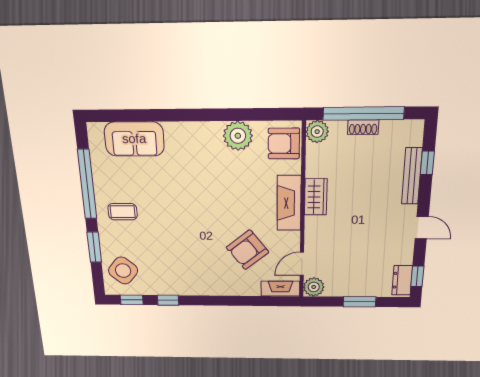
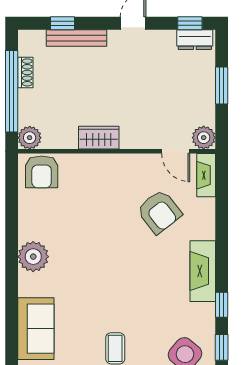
shoe rack: (363, 127) -> (25, 72), moved
plant: (238, 136) -> (33, 257), moved
fireplace: (289, 203) -> (203, 271), moved, turned 90

